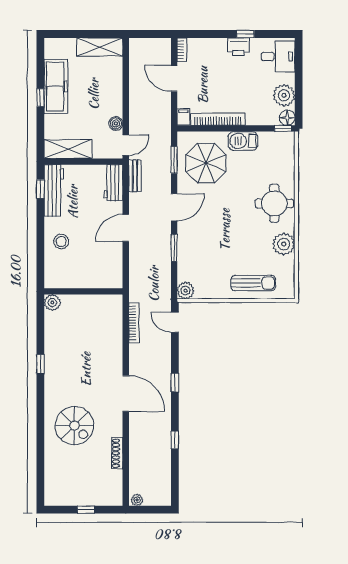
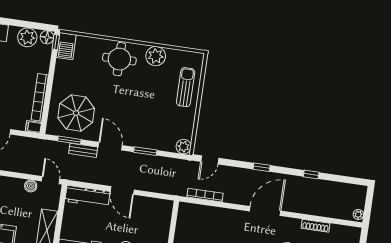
barbecue: (243, 141) -> (66, 46), moved
bench: (135, 176) -> (83, 150), moved
workbench: (113, 183) -> (87, 196), width x1.37

